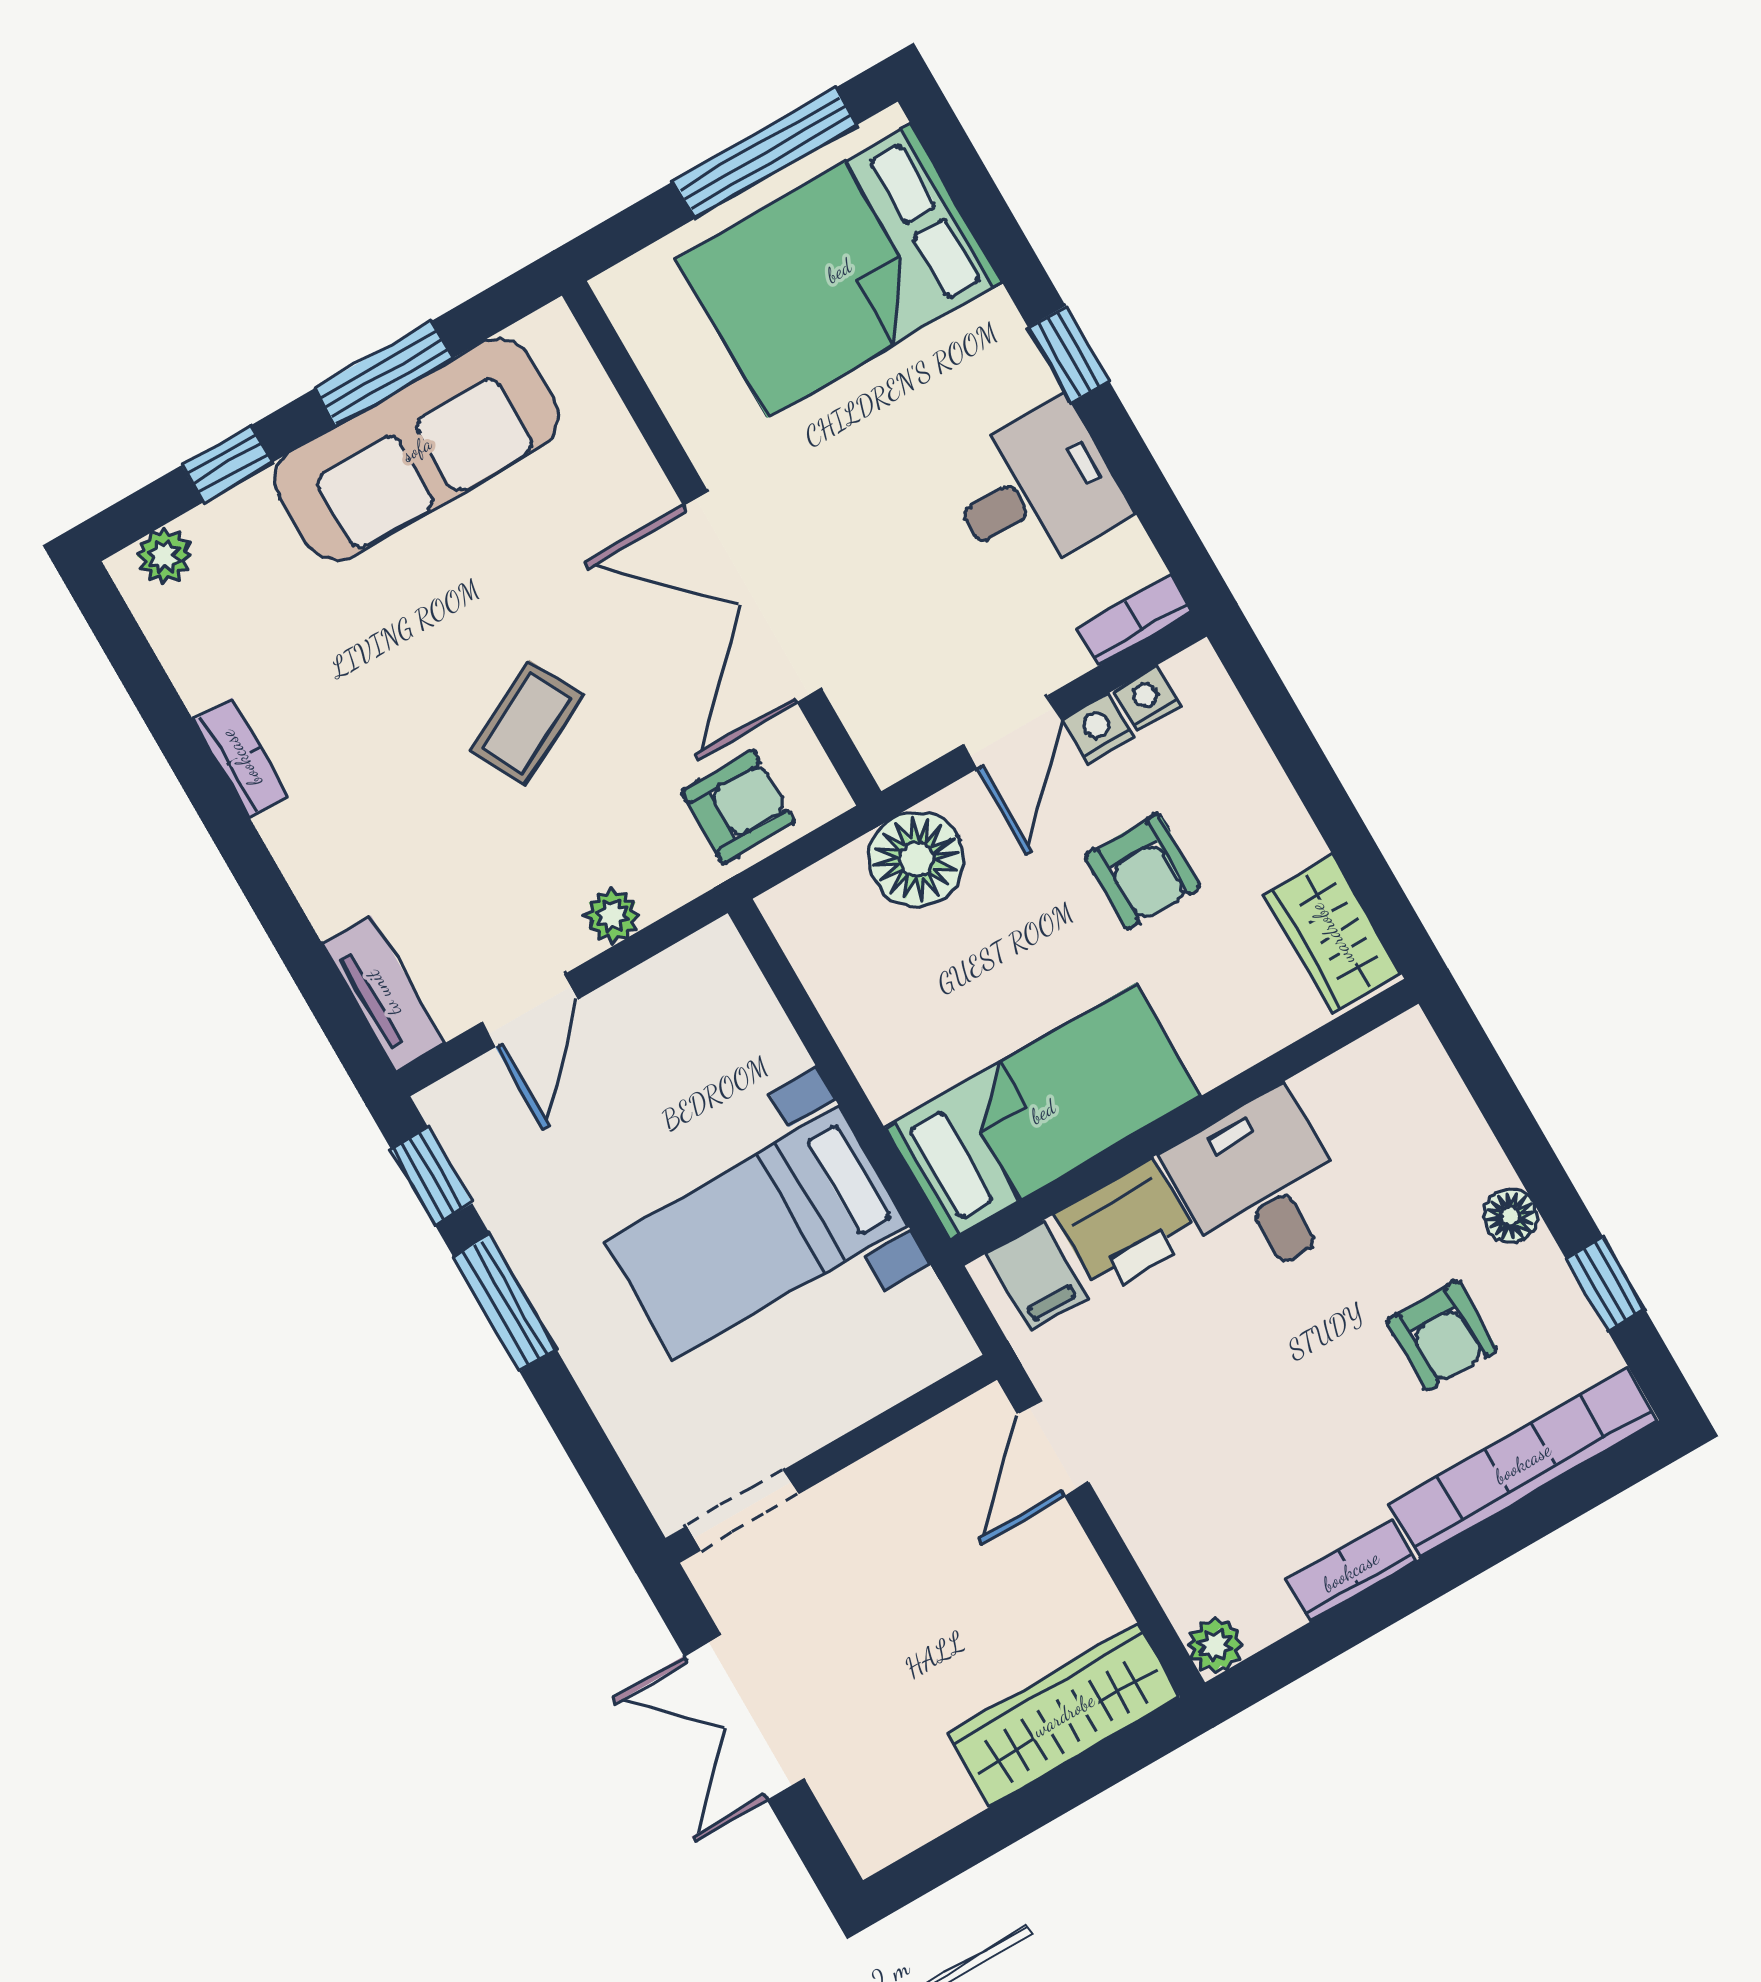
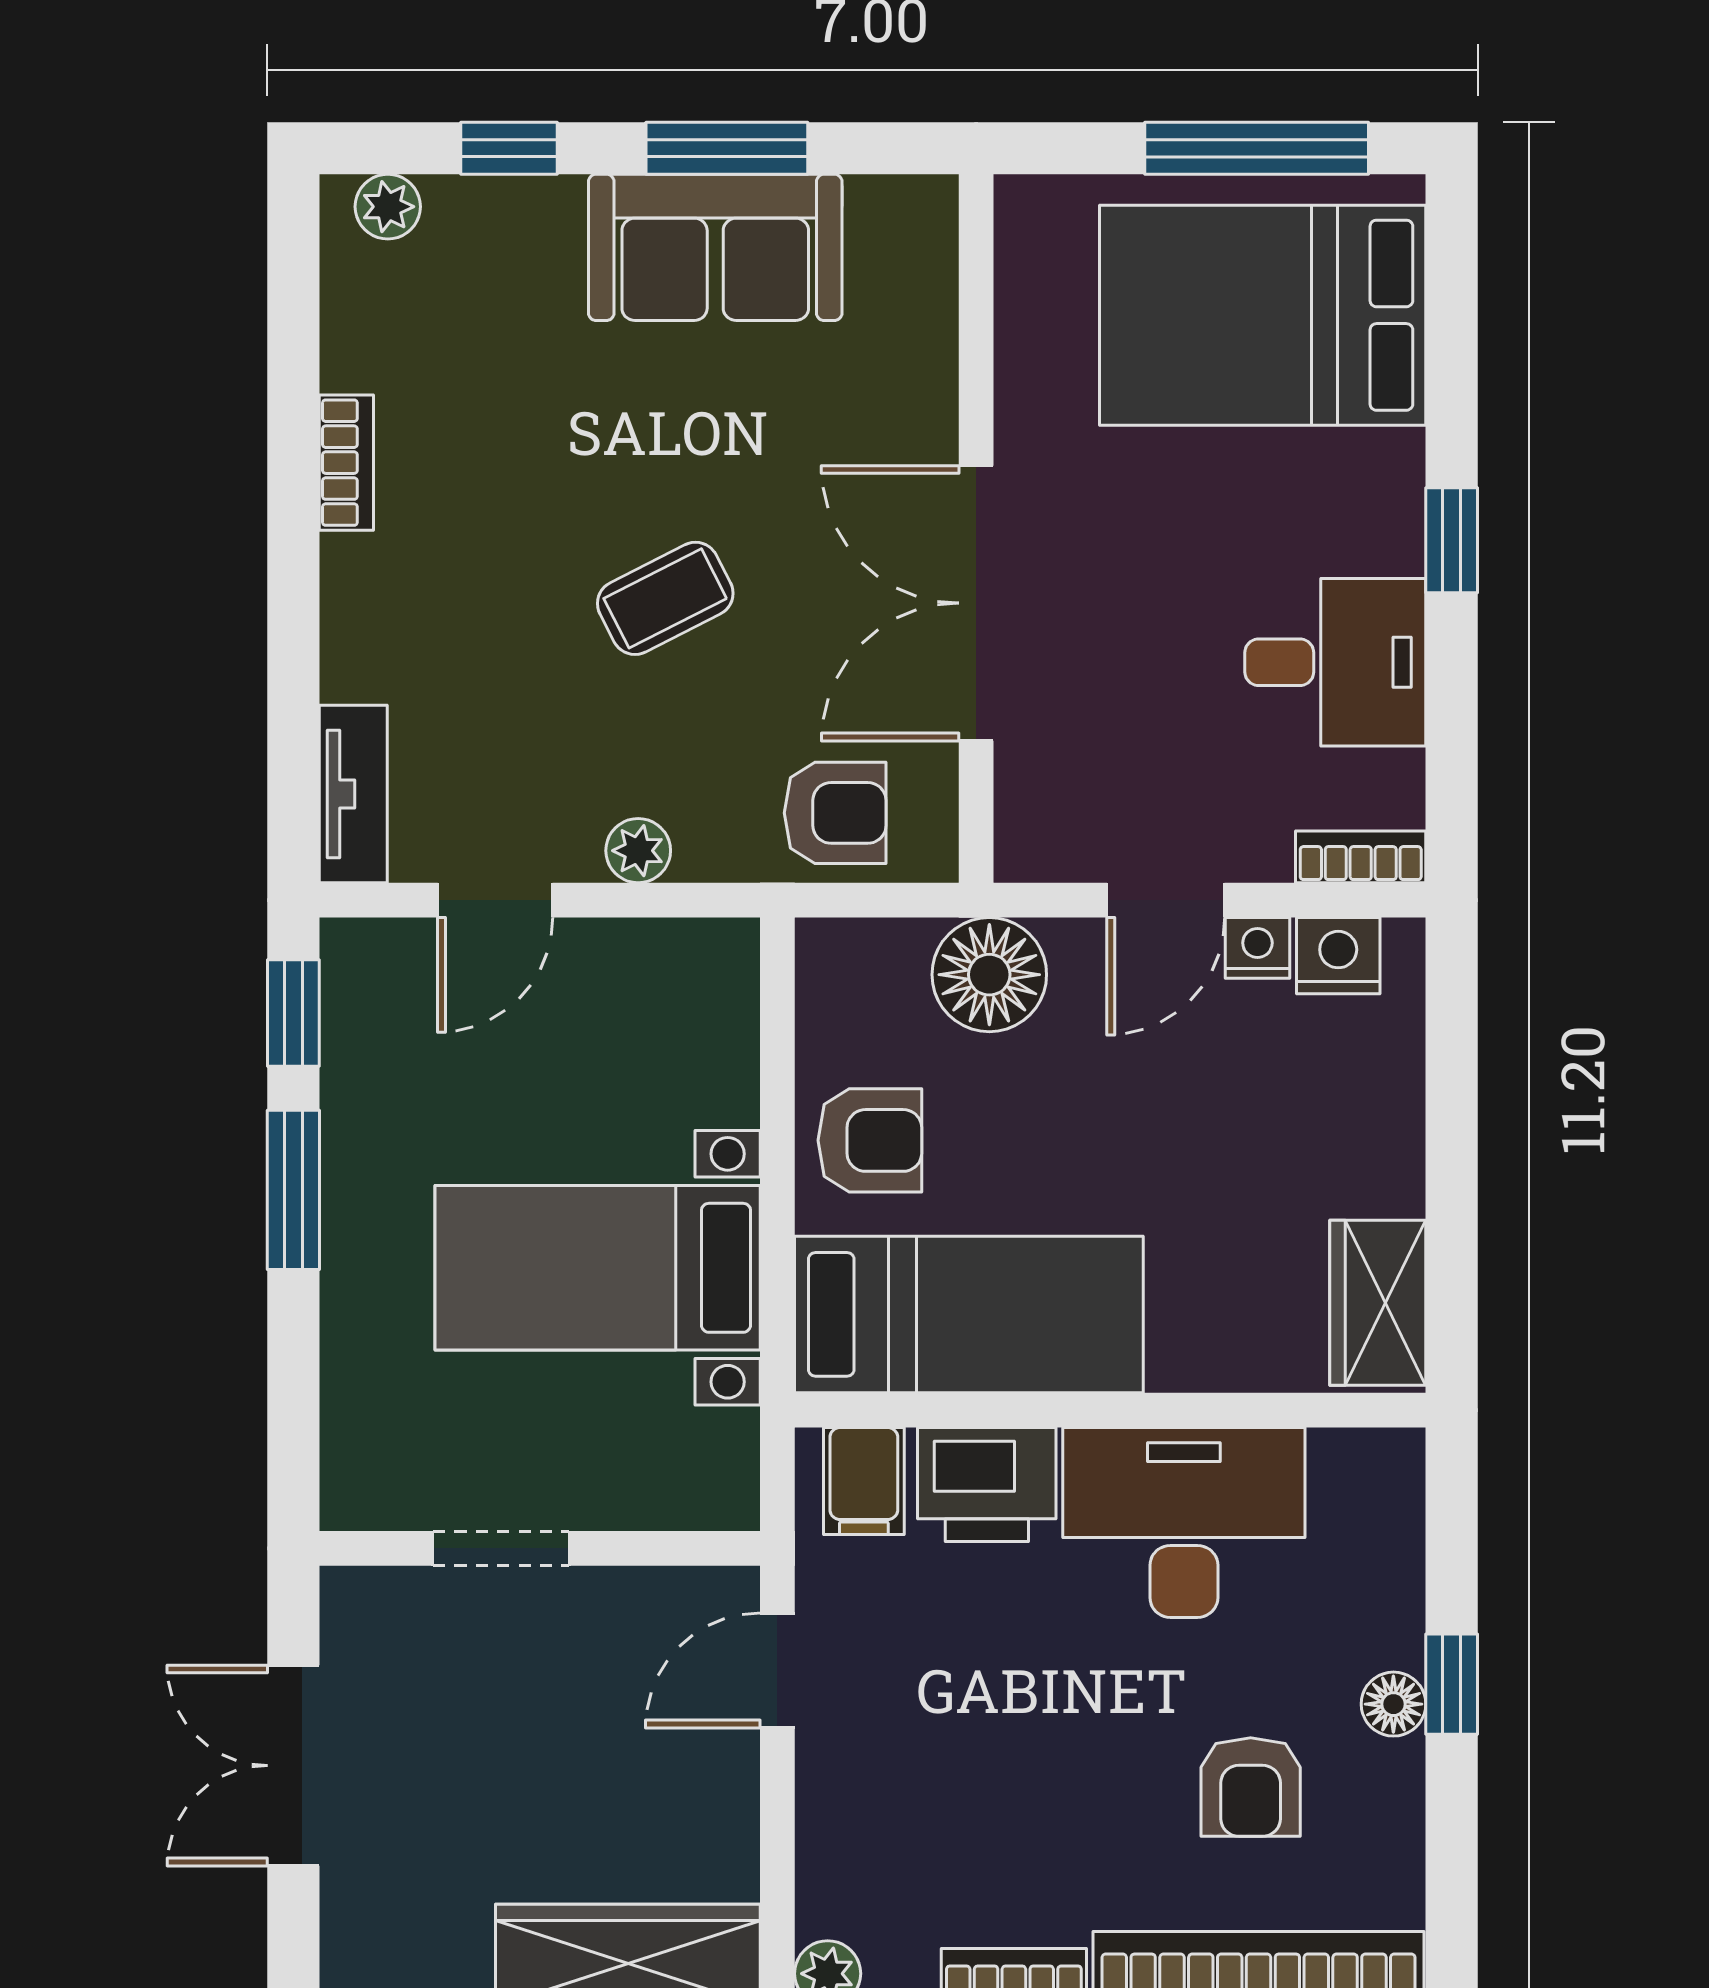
sofa: (417, 449) -> (715, 247), width x0.73
nightstand: (1147, 698) -> (1338, 956), width x1.39, depth x1.35
armchair: (1143, 871) -> (870, 1140), moved, turned -90
desk: (1260, 1186) -> (1184, 1522), width x1.37
window: (1605, 1284) -> (1452, 1684), moved
doorway: (743, 1510) -> (501, 1548), moved

